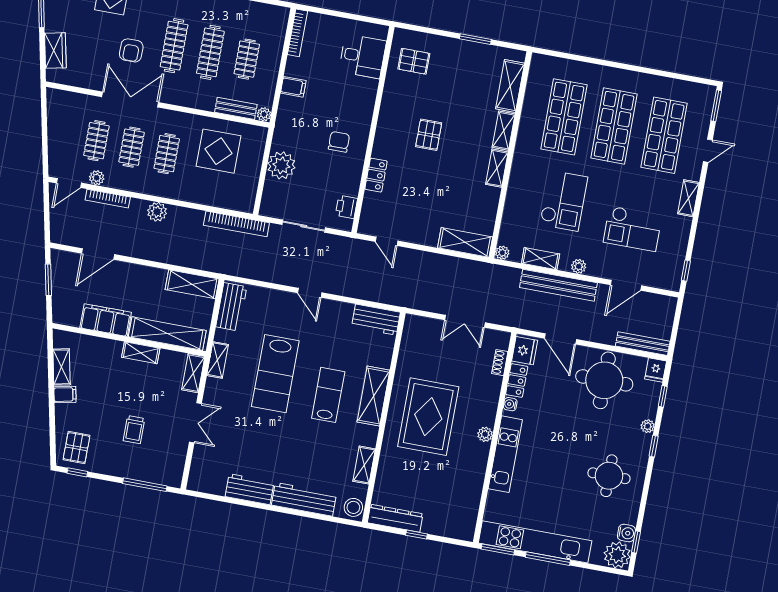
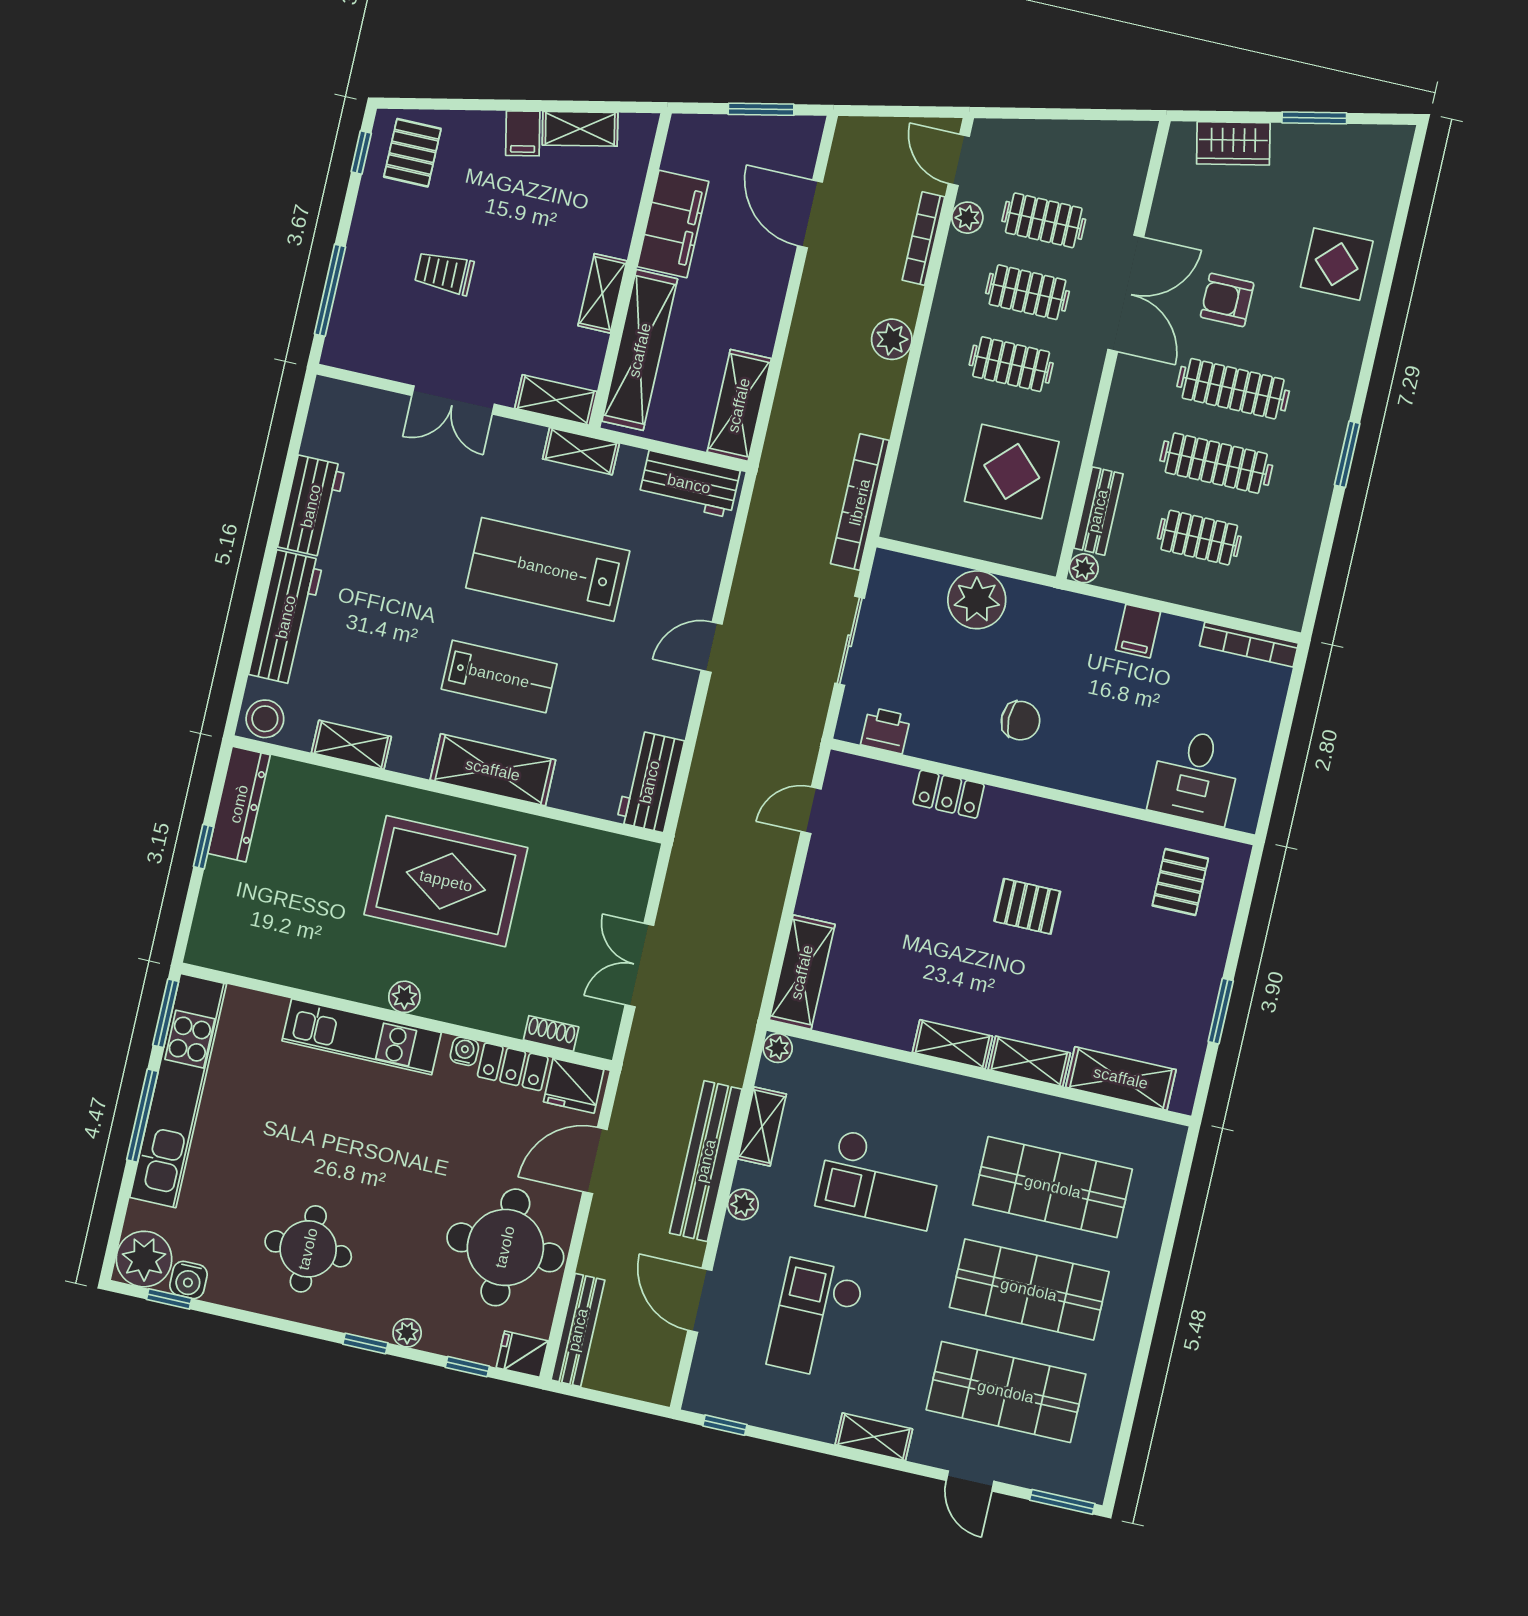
pallet: (77, 448) -> (412, 153), turned 90

